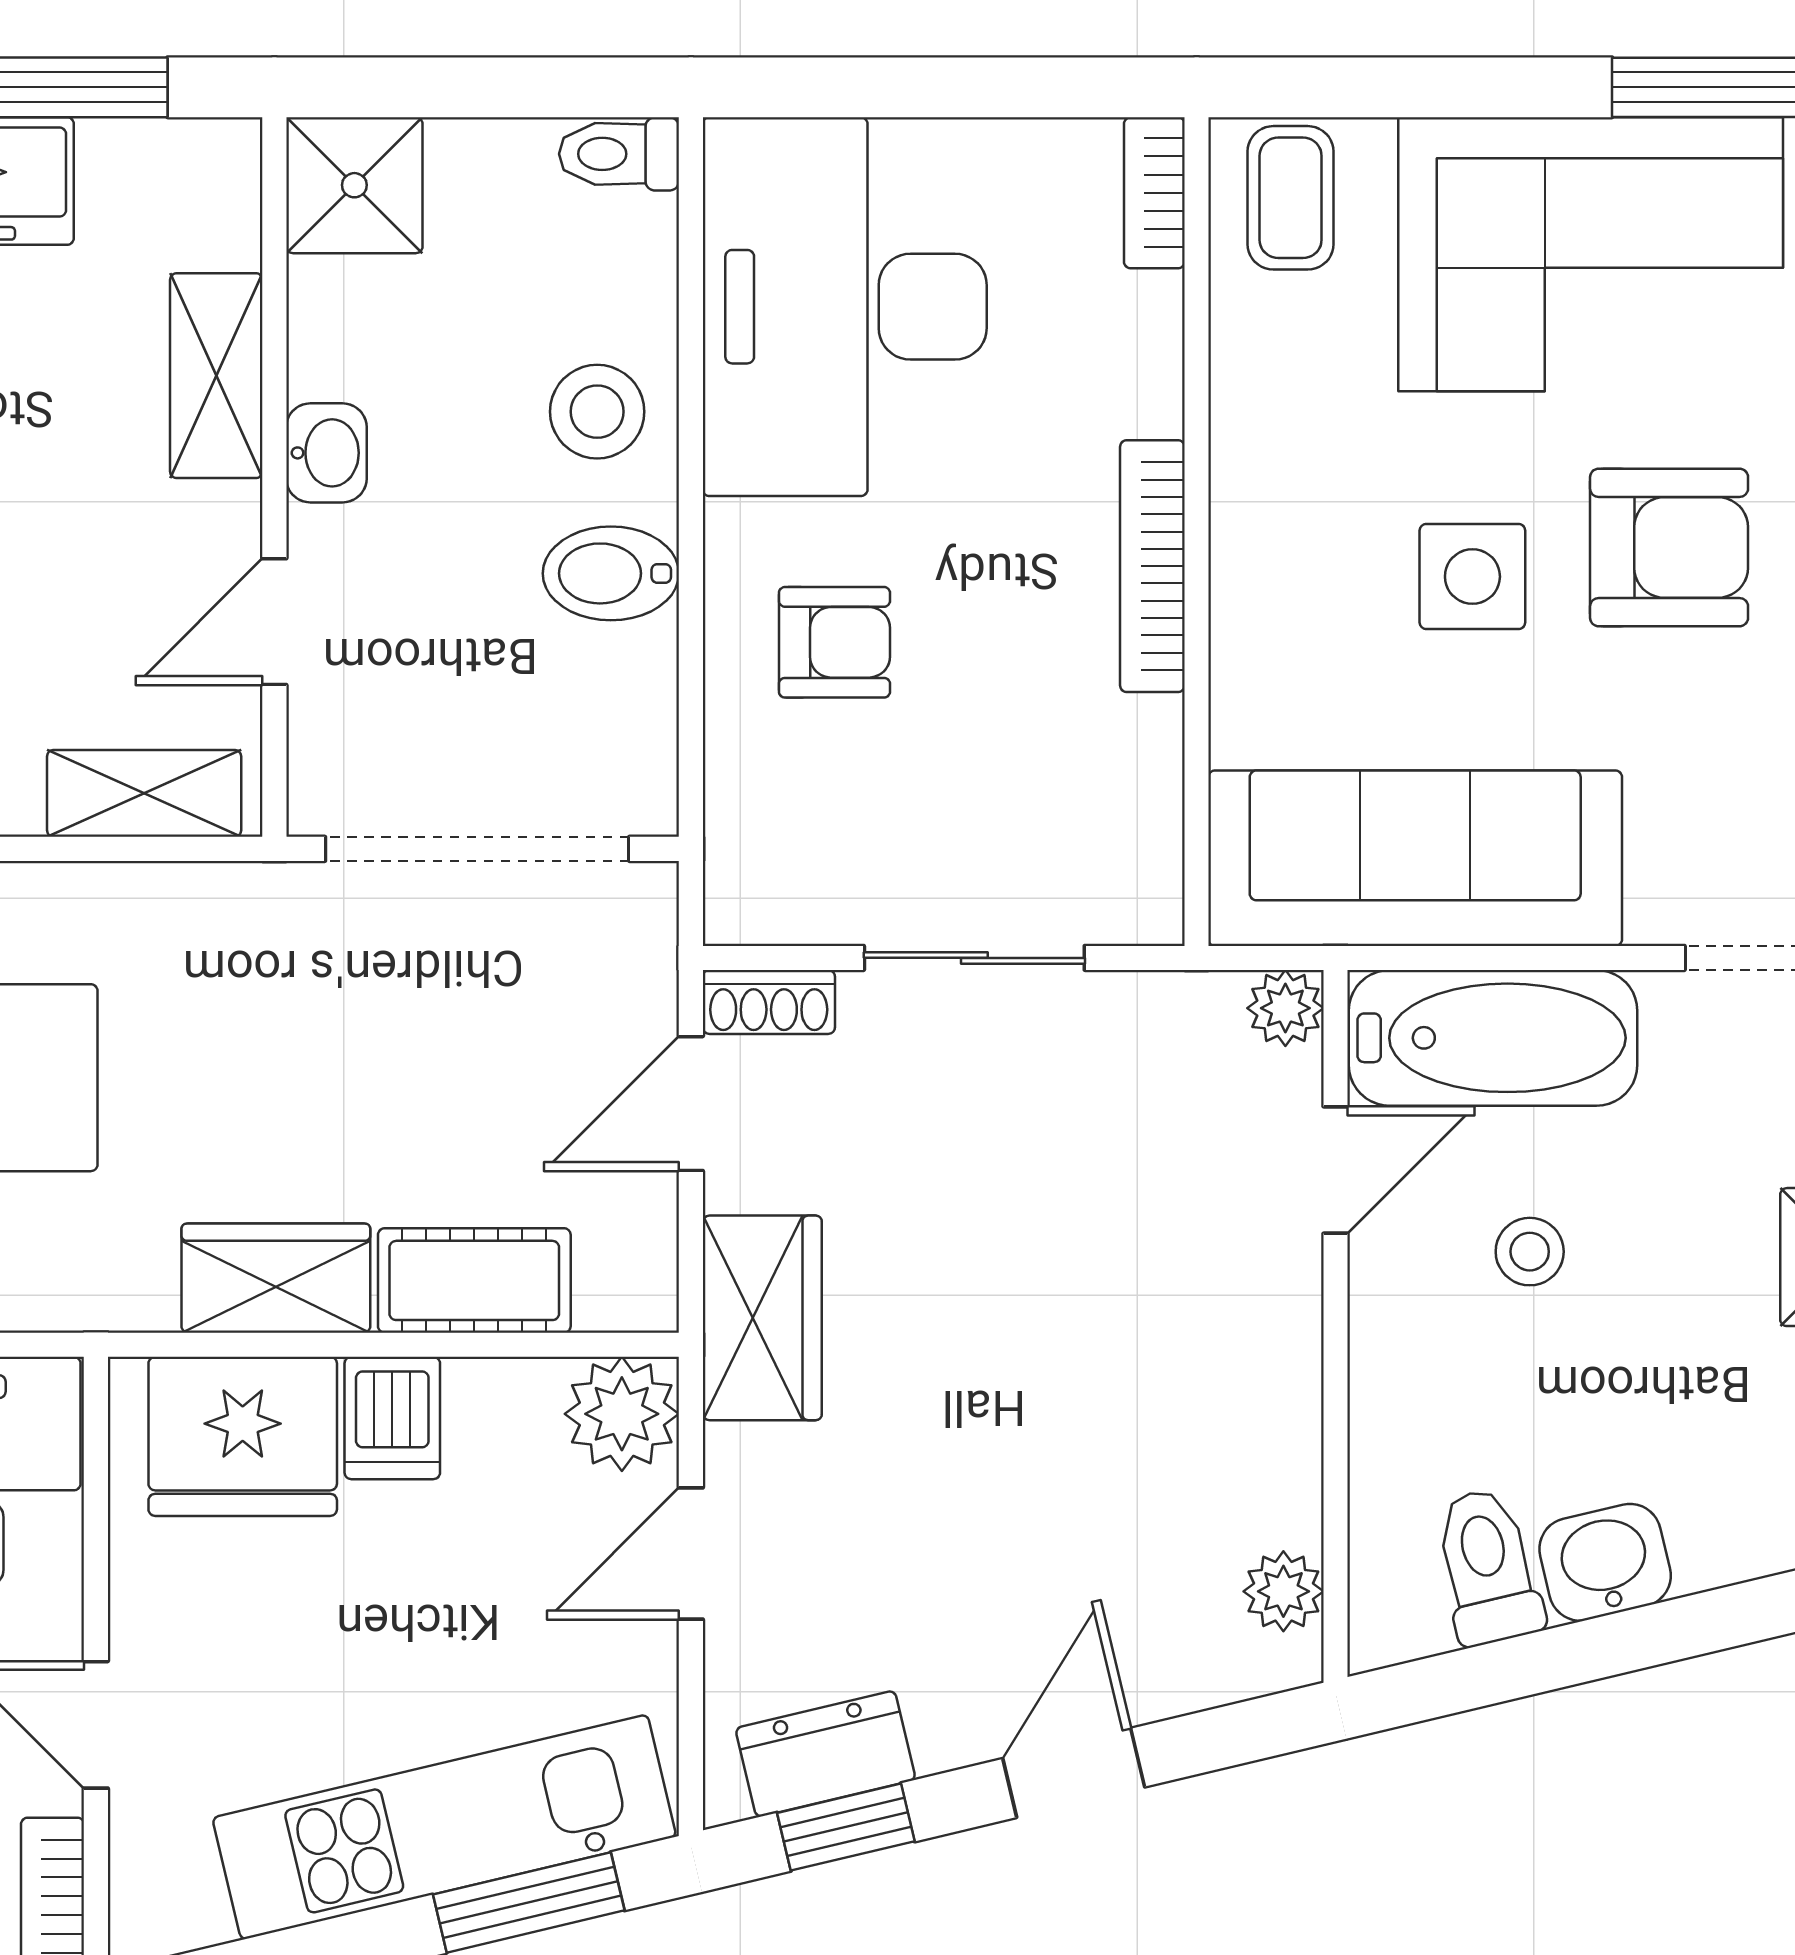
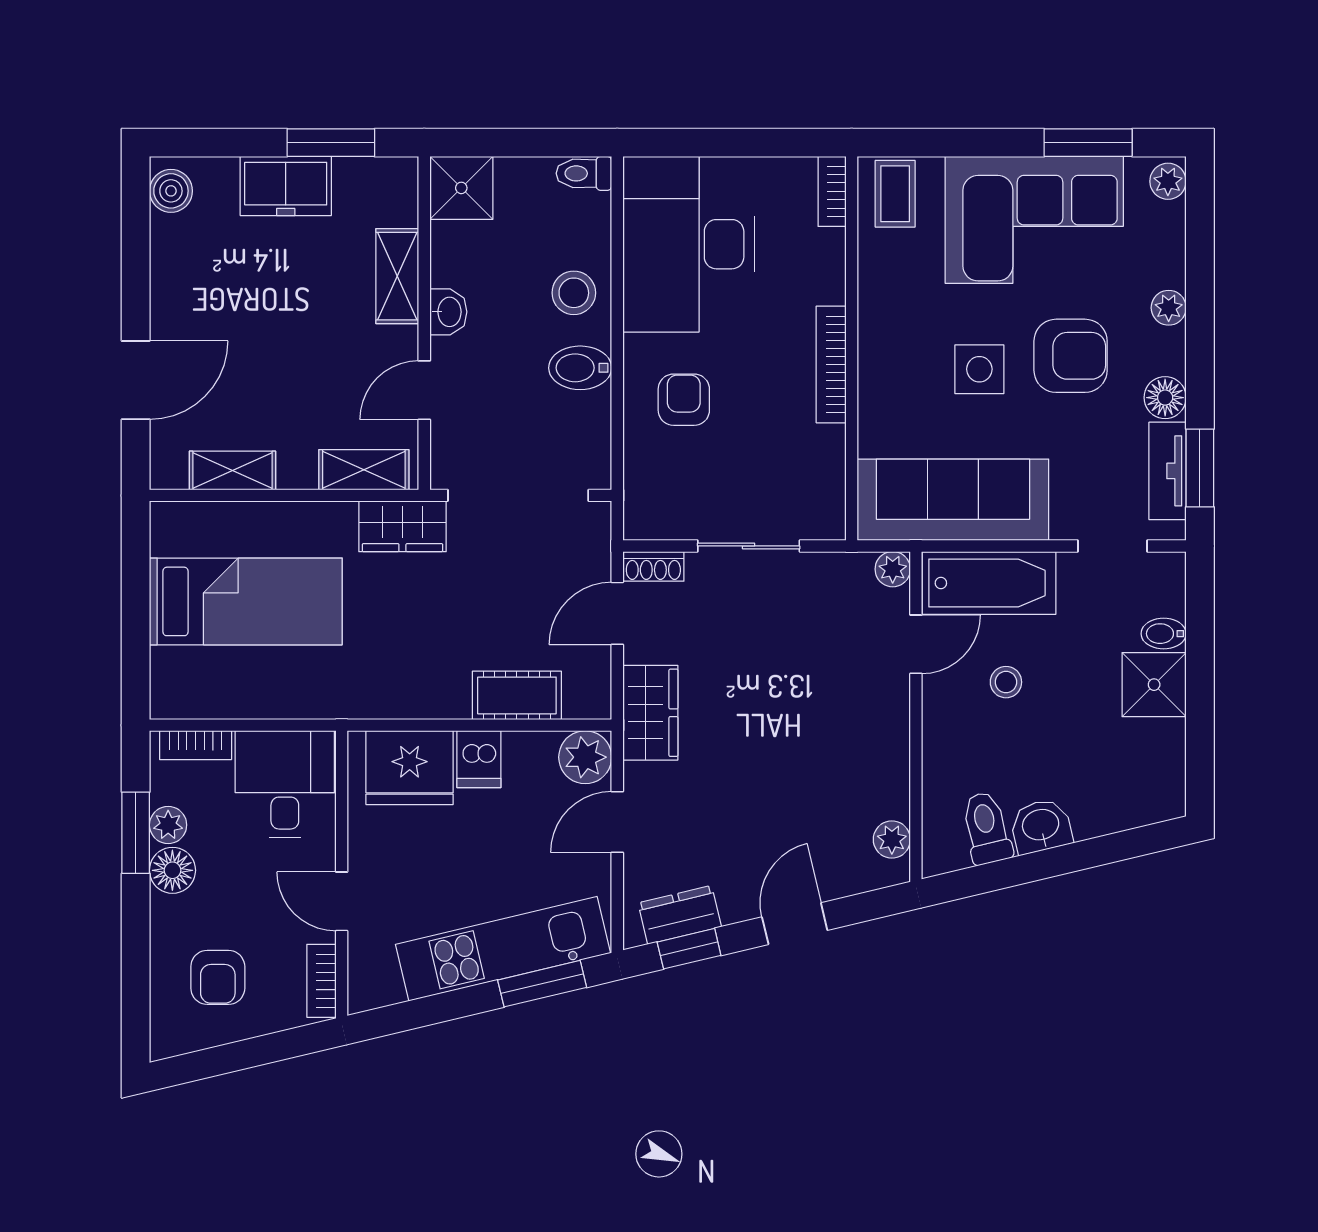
armchair: (834, 642) -> (684, 400), turned -90
wardrobe: (276, 1278) -> (402, 526), moved, turned 180

